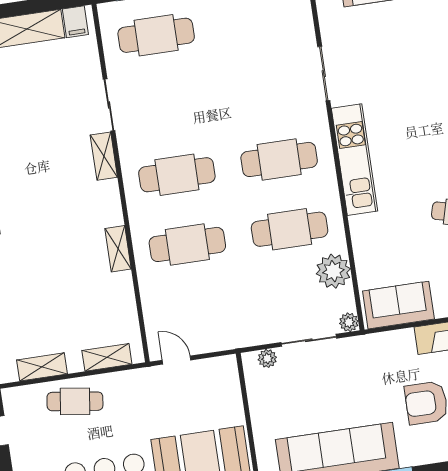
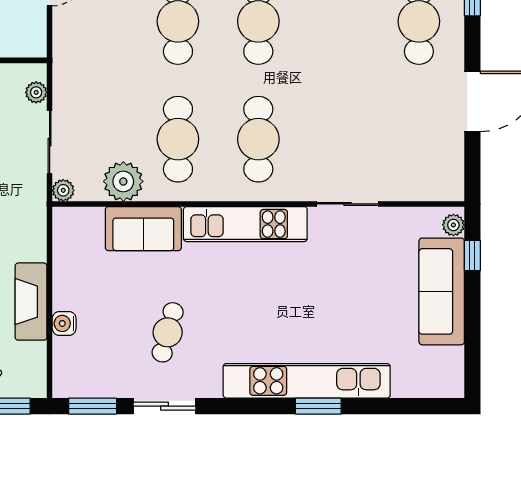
sofa: (398, 305) -> (143, 229), moved, turned 90

